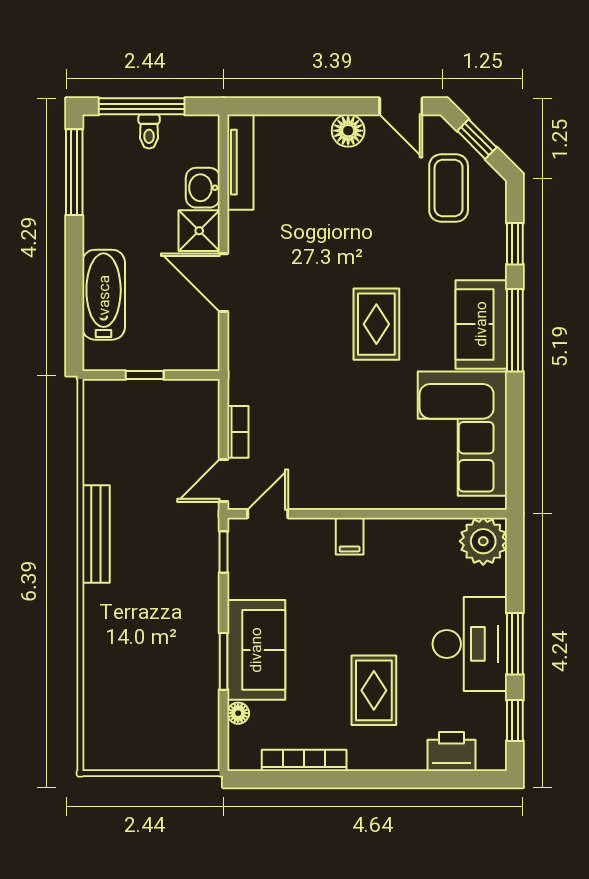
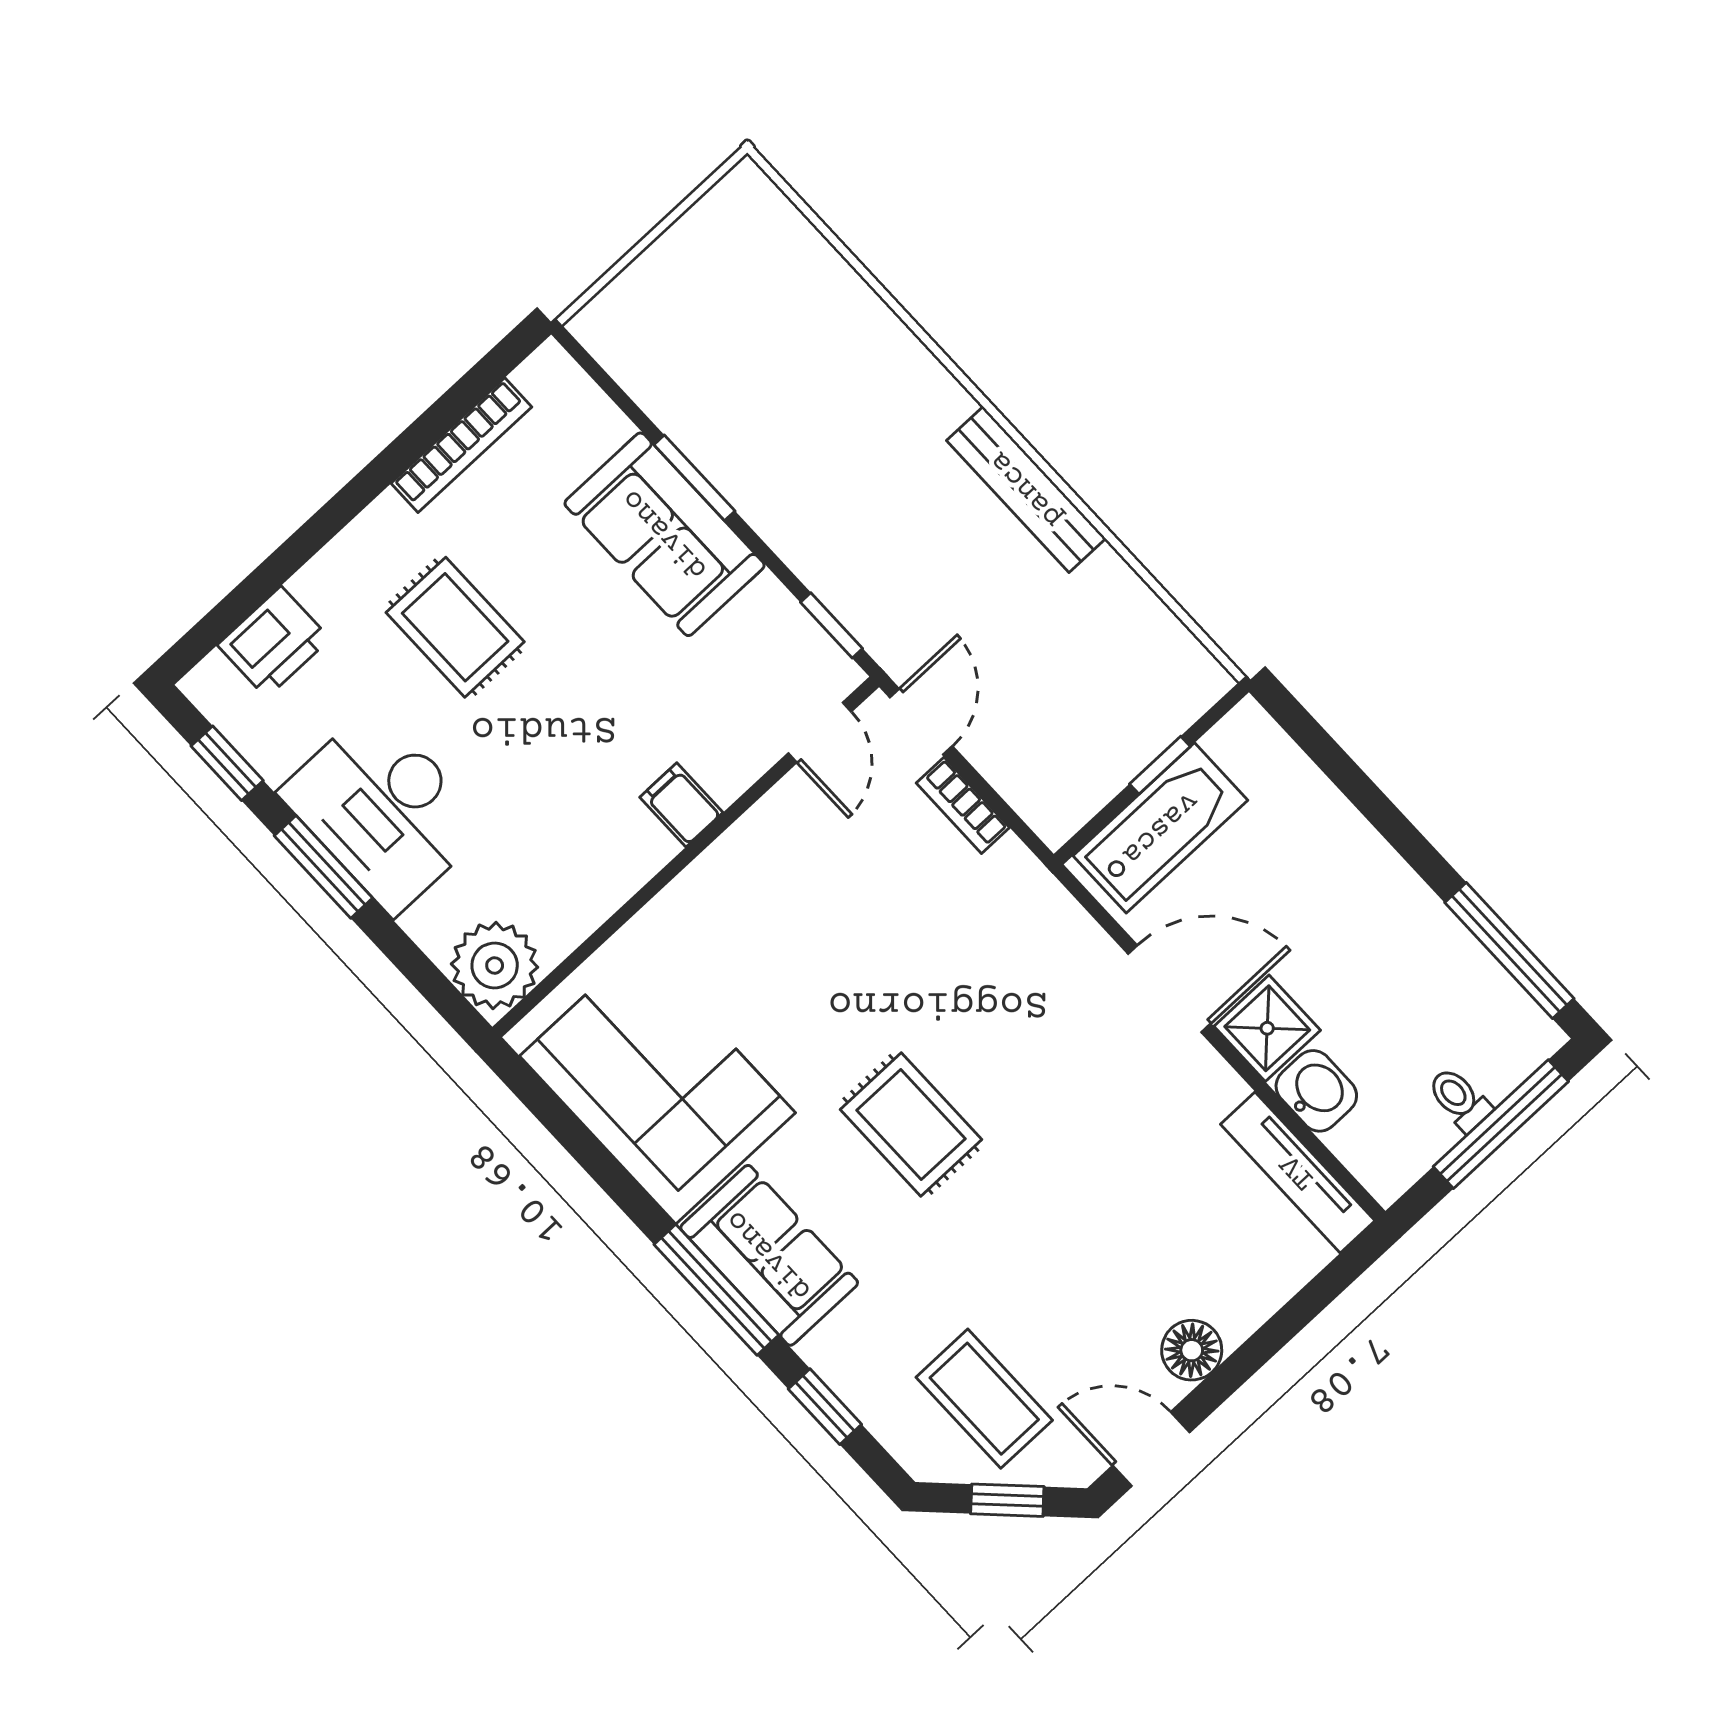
bathtub: (104, 295) -> (1160, 828), moved, turned -90
floor lamp: (238, 713) -> (610, 426), removed

